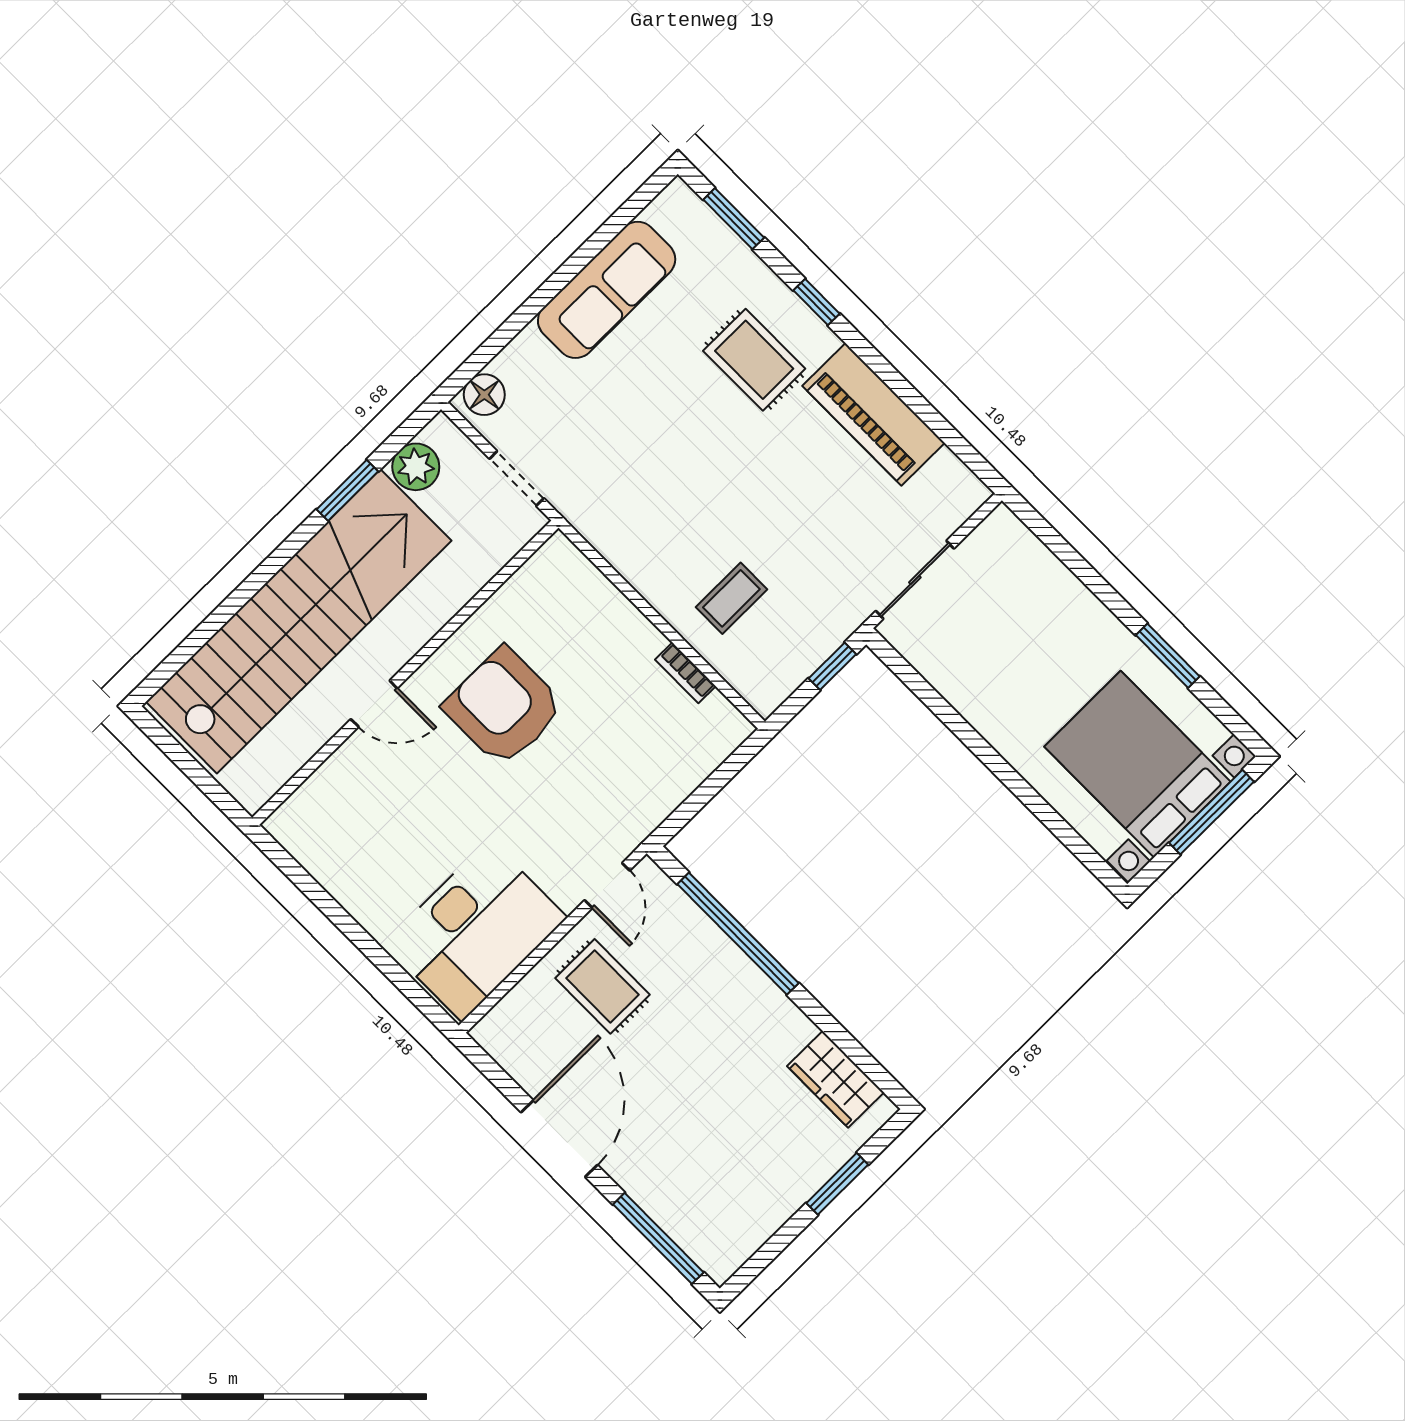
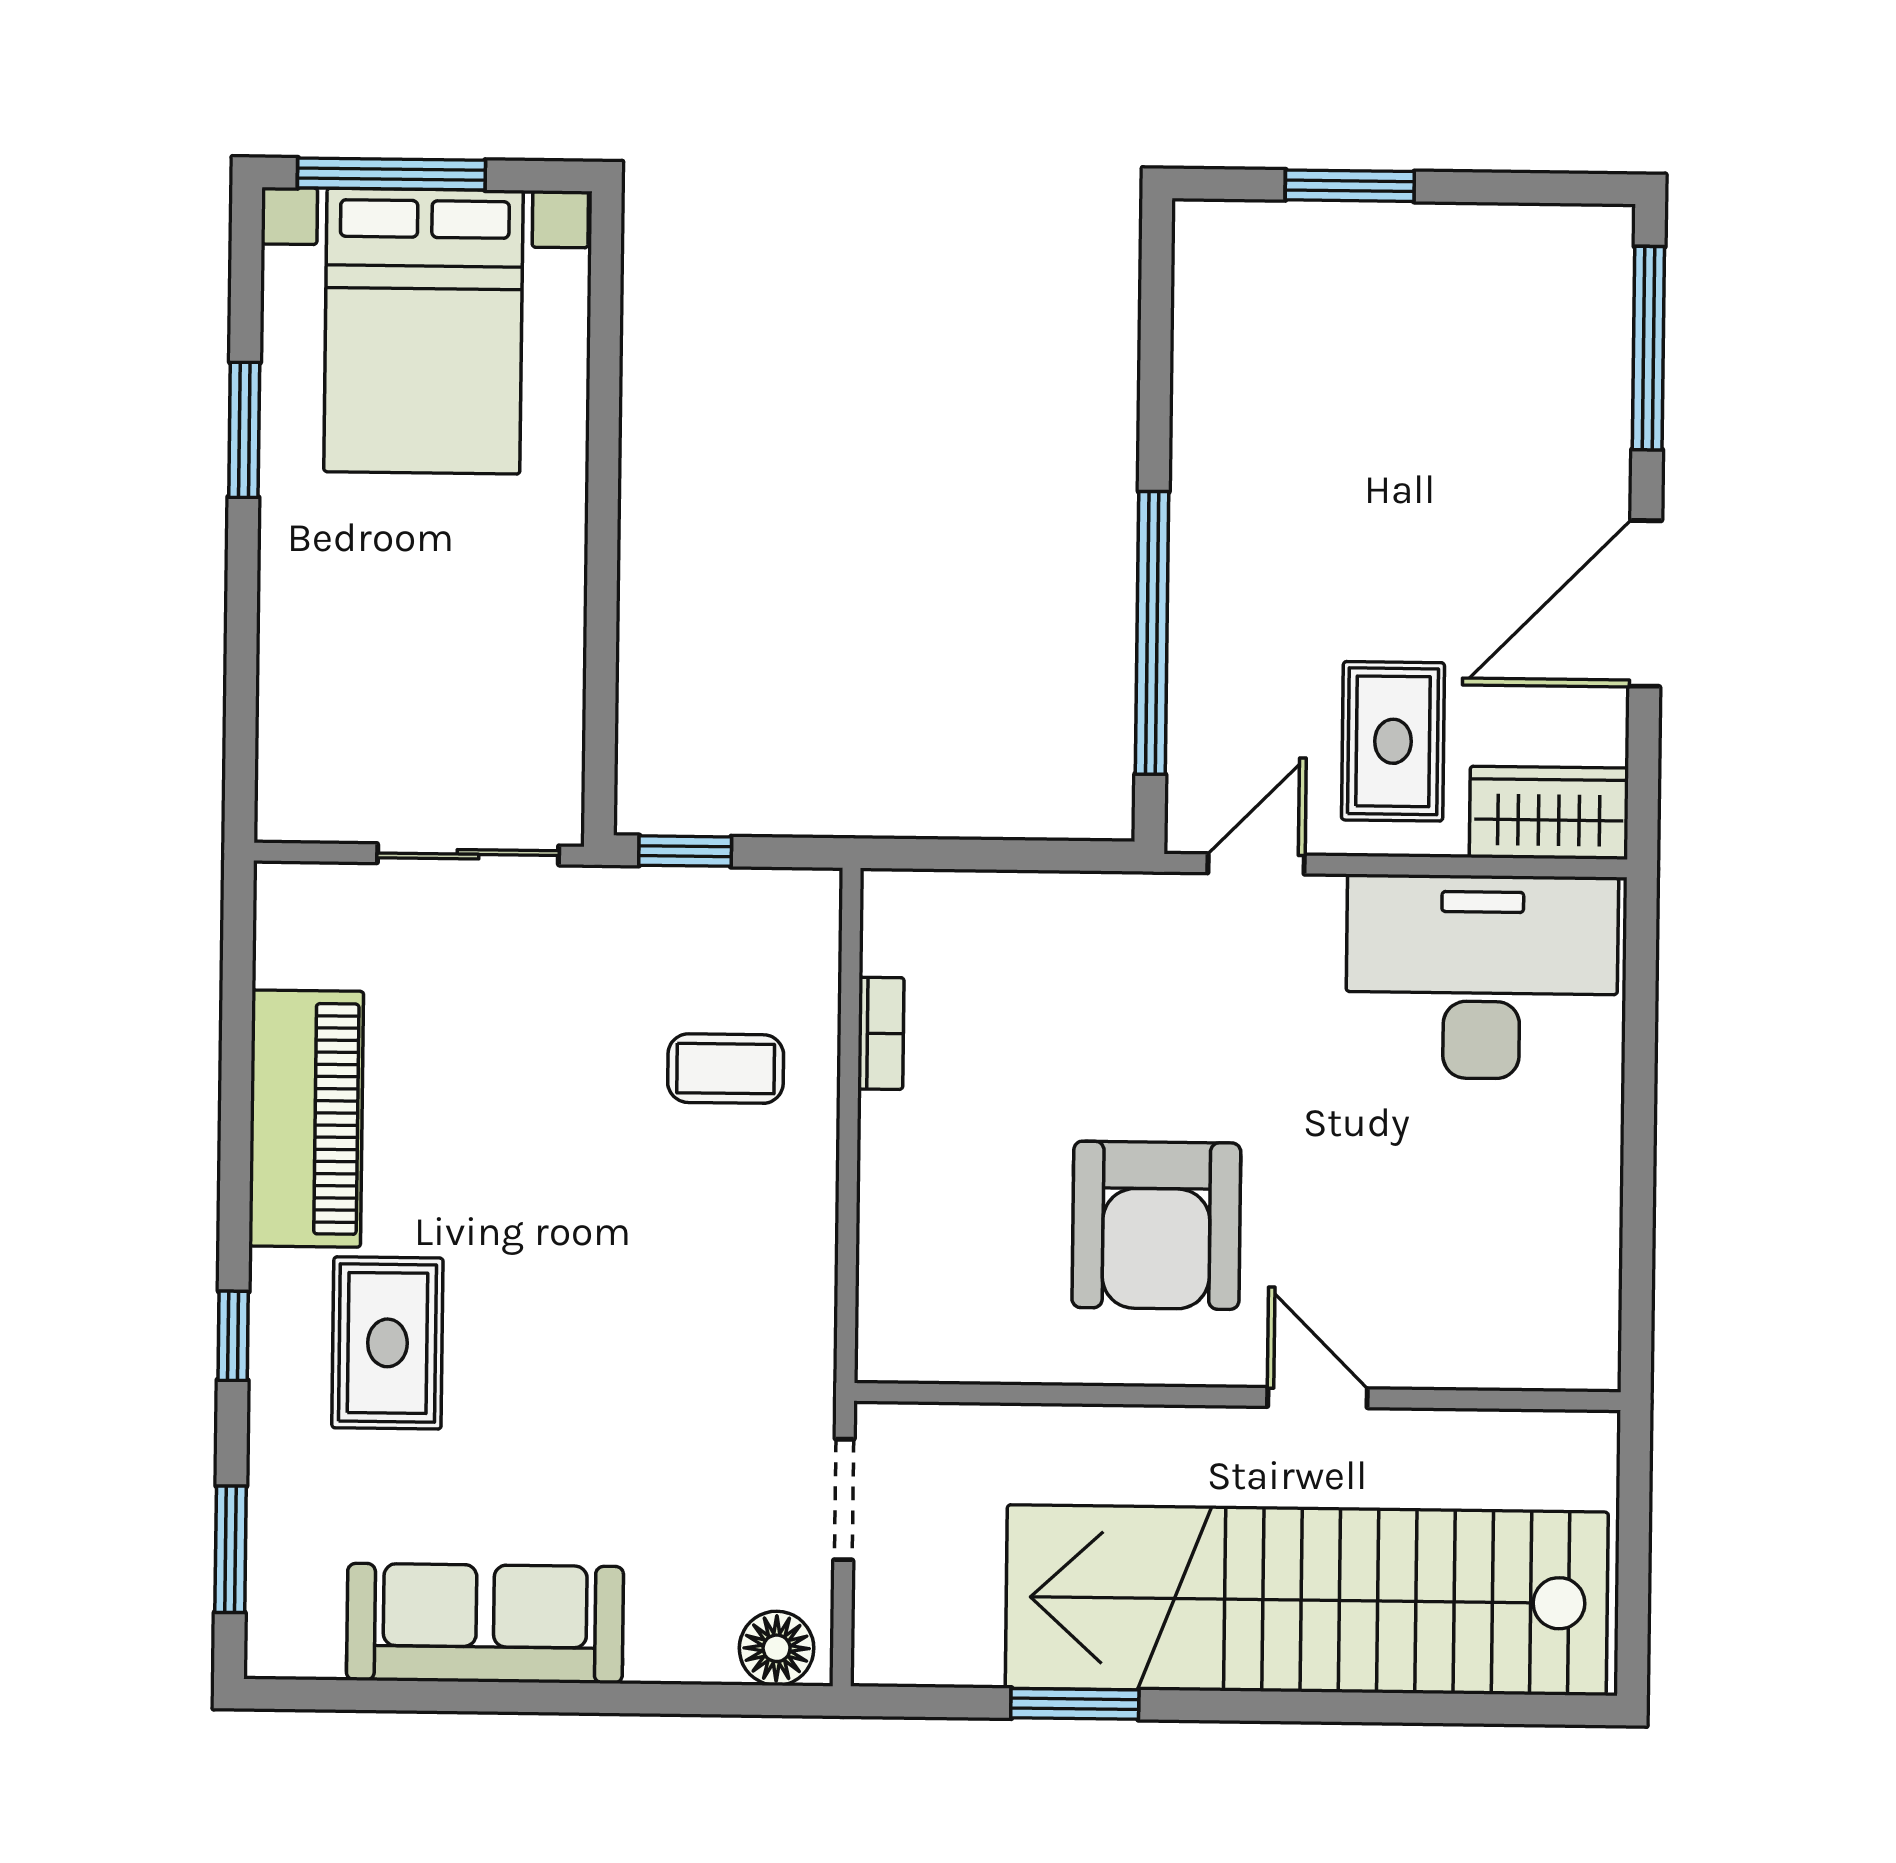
plant: (416, 467) -> (957, 1645), removed
wardrobe: (836, 1079) -> (1549, 813), moved, turned -90

